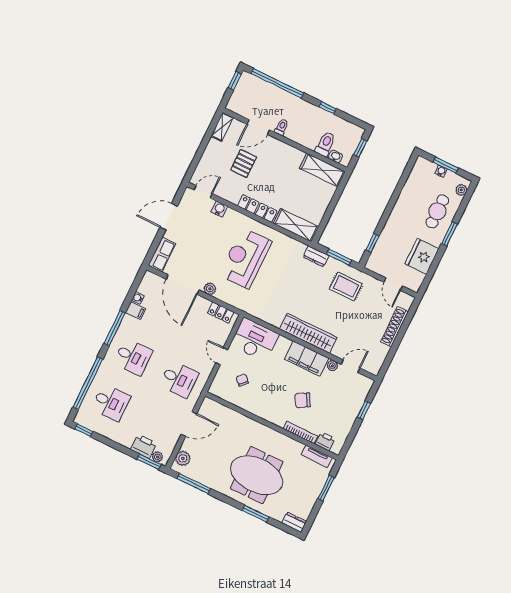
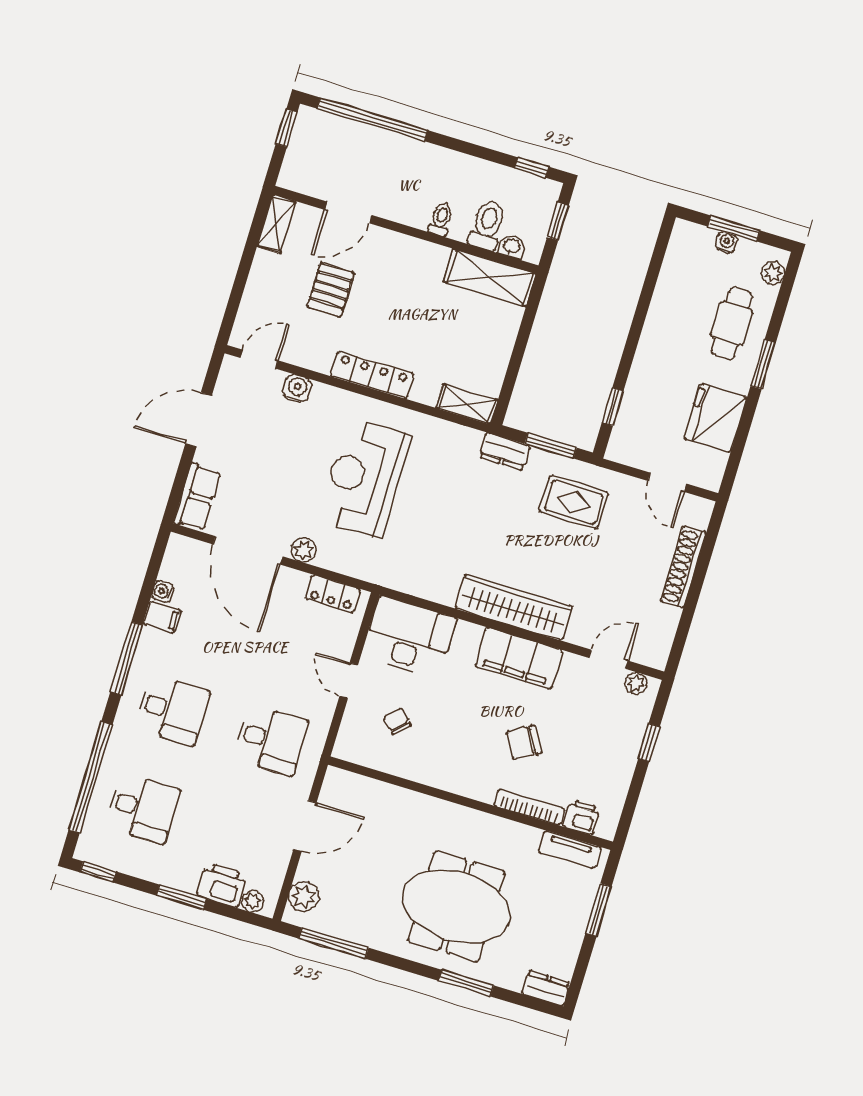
window: (328, 108) -> (532, 167), moved
toilet: (281, 127) -> (441, 219), moved
shelving: (296, 225) -> (467, 404), width x0.67, depth x0.75
plant: (332, 366) -> (636, 683), moved
window: (149, 462) -> (181, 897), moved

